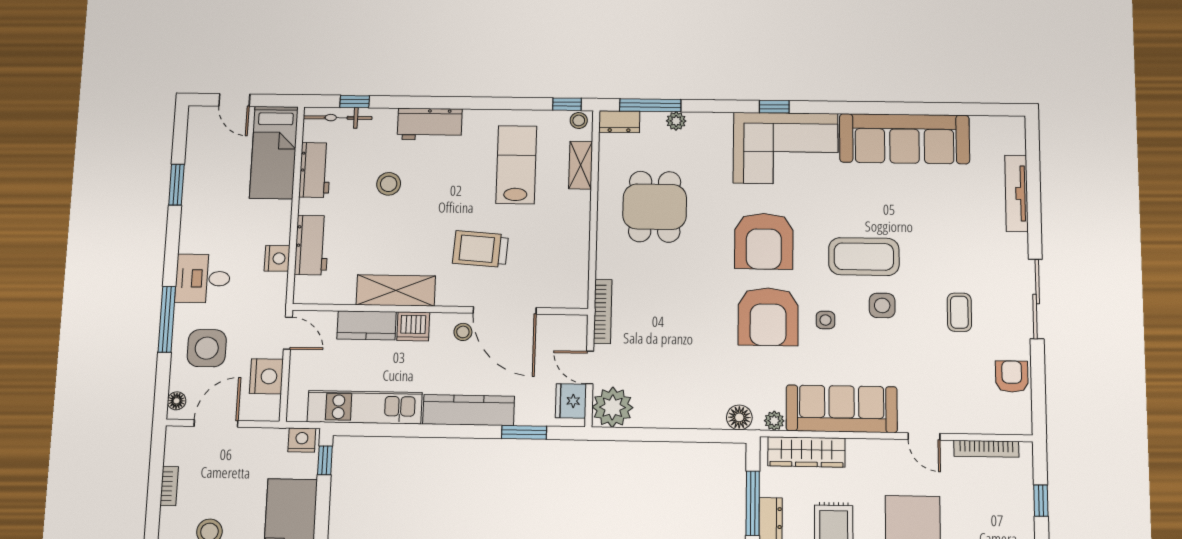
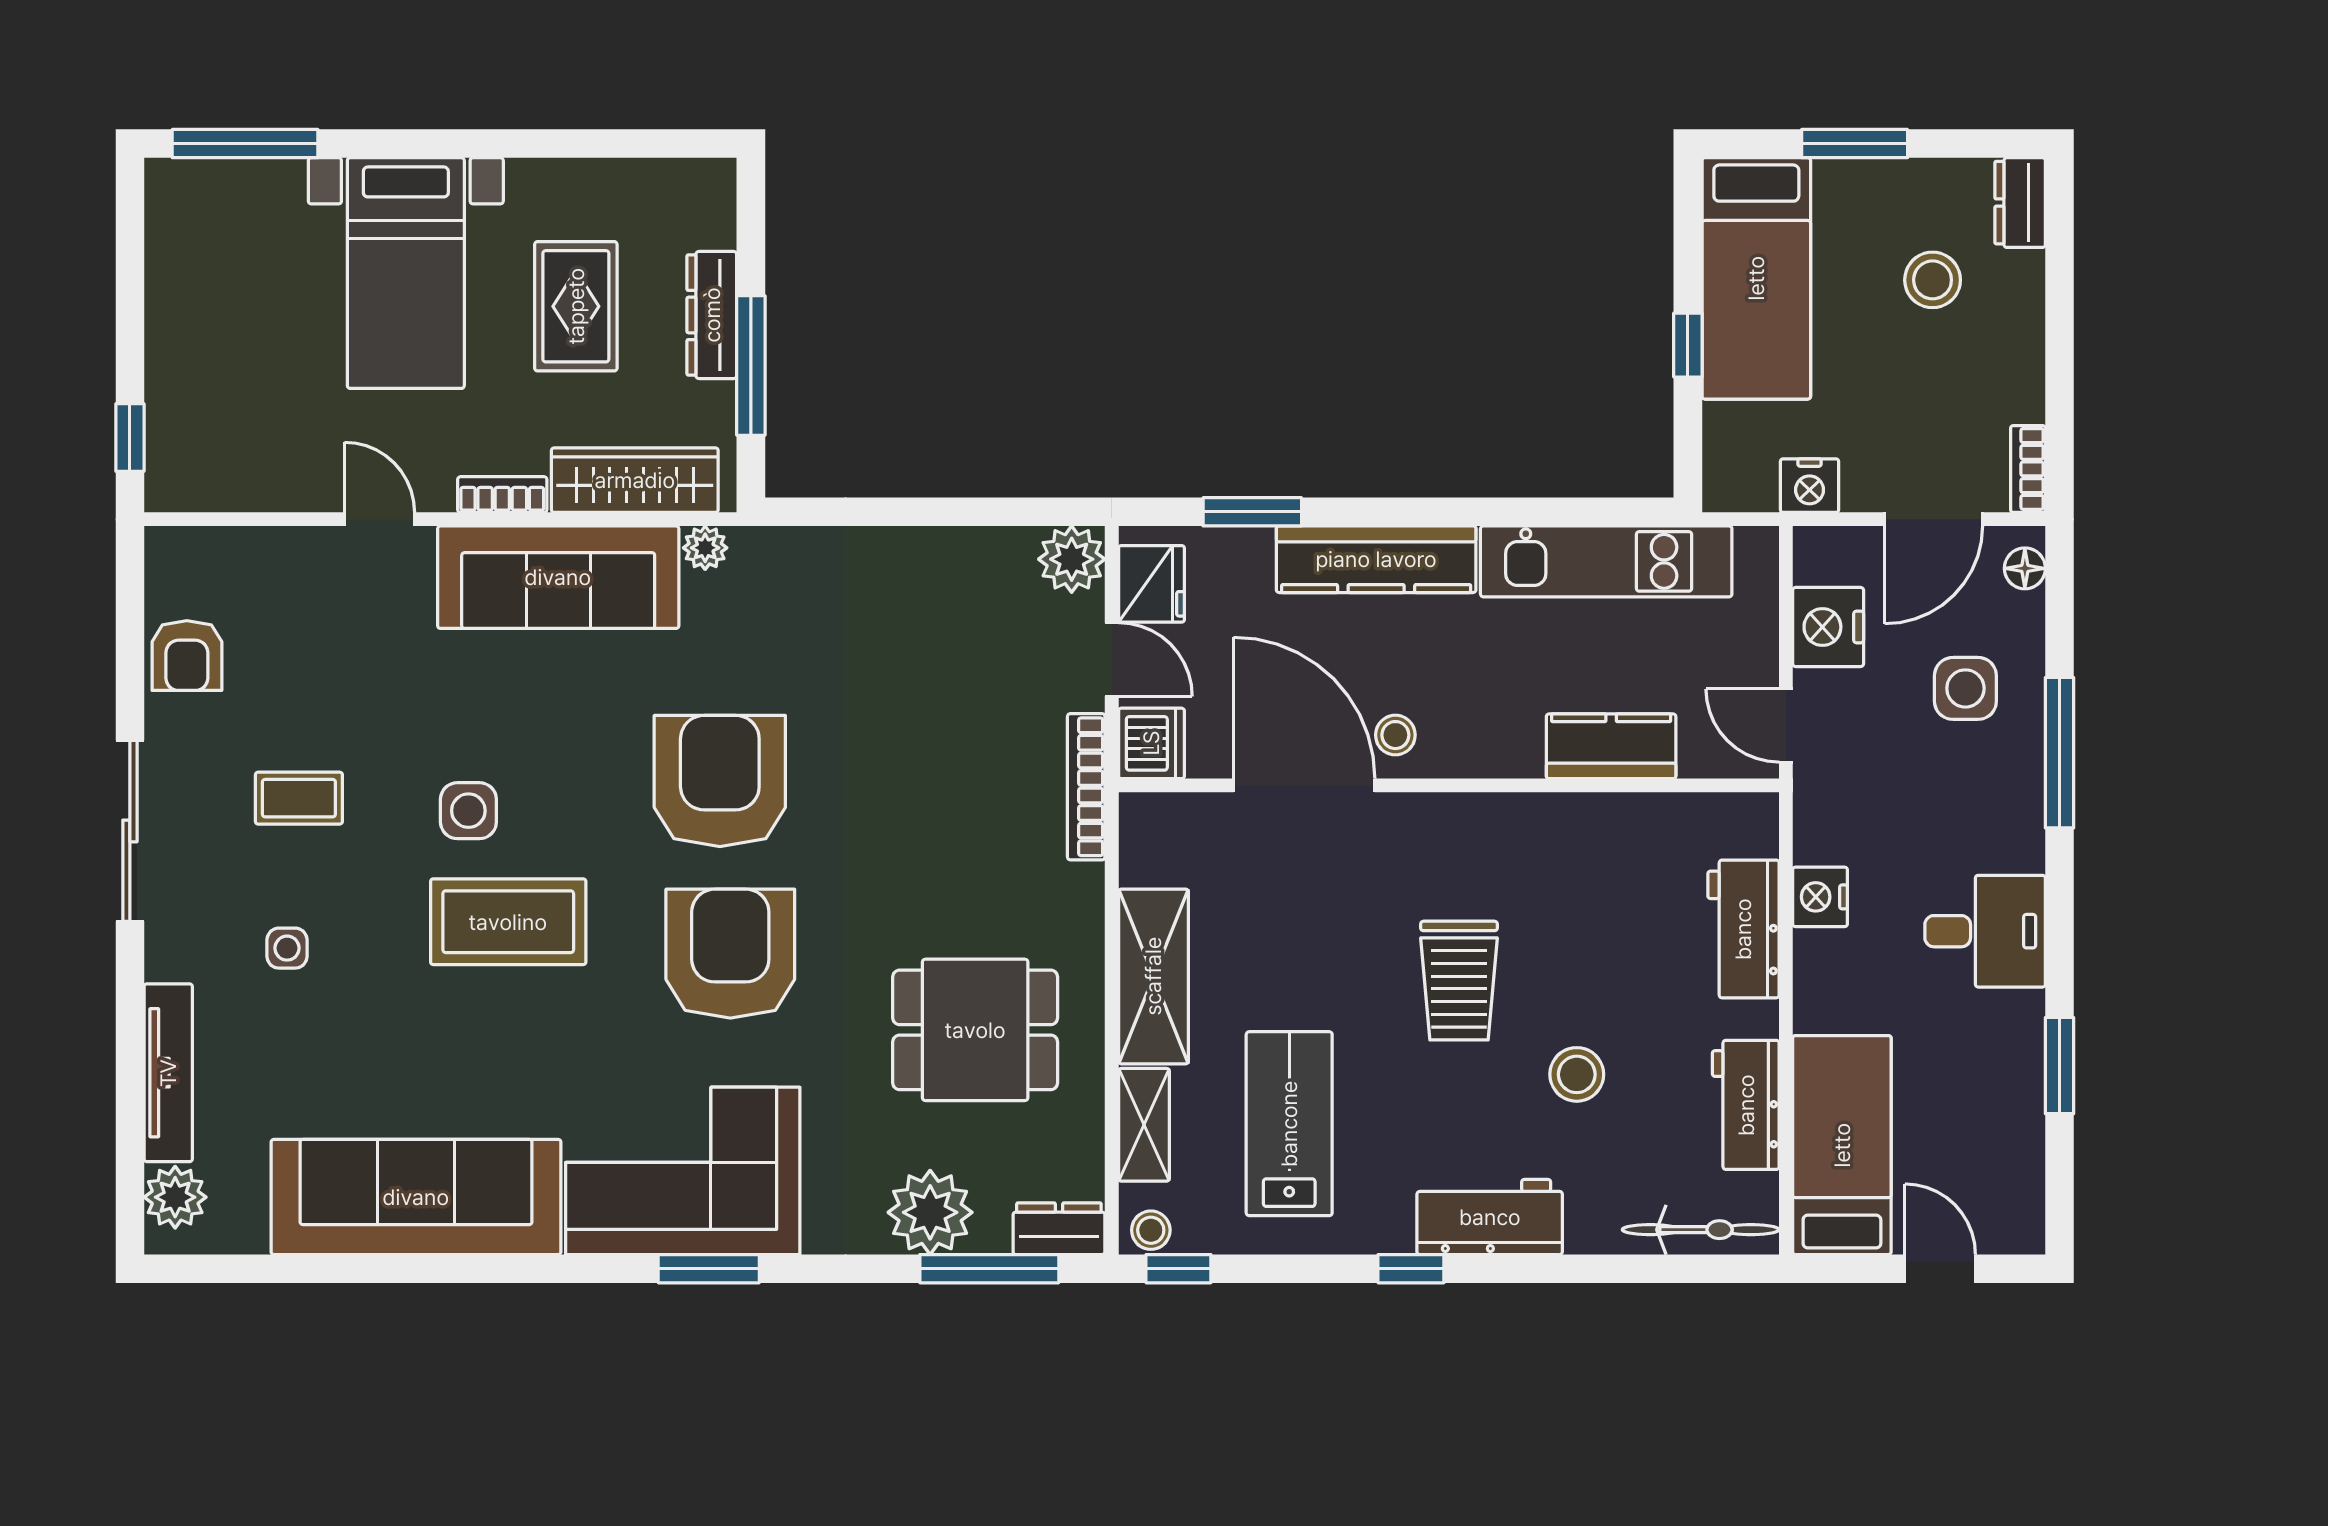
window: (355, 102) -> (1411, 1269), moved
window: (774, 107) -> (709, 1269), width x1.50
plant: (676, 121) -> (930, 1212), width x1.88, depth x1.88
plant: (1012, 140) -> (175, 1197), added
lab bench: (516, 165) -> (1289, 1124), turned 180
dining table: (655, 207) -> (975, 1030), turned 90
trolley: (480, 249) -> (1459, 981), moved, turned 86
desk: (203, 278) -> (1985, 931), moved
shelving: (396, 290) -> (1153, 976), moved, turned 90
coffee table: (959, 312) -> (299, 798), turned 90
side table: (825, 320) -> (287, 948), moved
dishwasher: (413, 326) -> (1151, 743), moved, turned 90
side table: (207, 348) -> (1965, 688), width x0.73, depth x0.73
plant: (612, 407) -> (1072, 559), width x0.73, depth x0.73
floor lamp: (739, 417) -> (781, 554), removed
nightstand: (302, 440) -> (1810, 486), moved
bookcase: (986, 449) -> (502, 495), moved, width x0.64
window: (325, 460) -> (1688, 345), moved
bookcase: (169, 486) -> (2028, 469), moved
window: (1041, 501) -> (130, 437), moved

